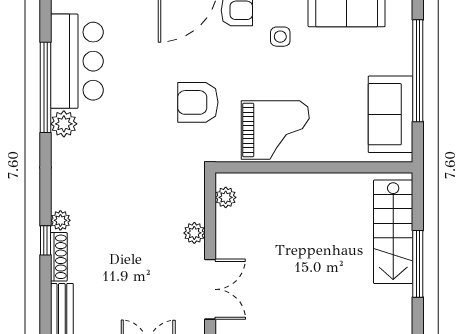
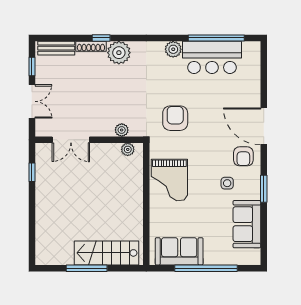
window: (45, 87) -> (216, 38), moved
armchair: (198, 102) -> (175, 118), moved
plant: (60, 220) -> (119, 53), width x1.88, depth x1.88
plant: (194, 233) -> (122, 130), moved

